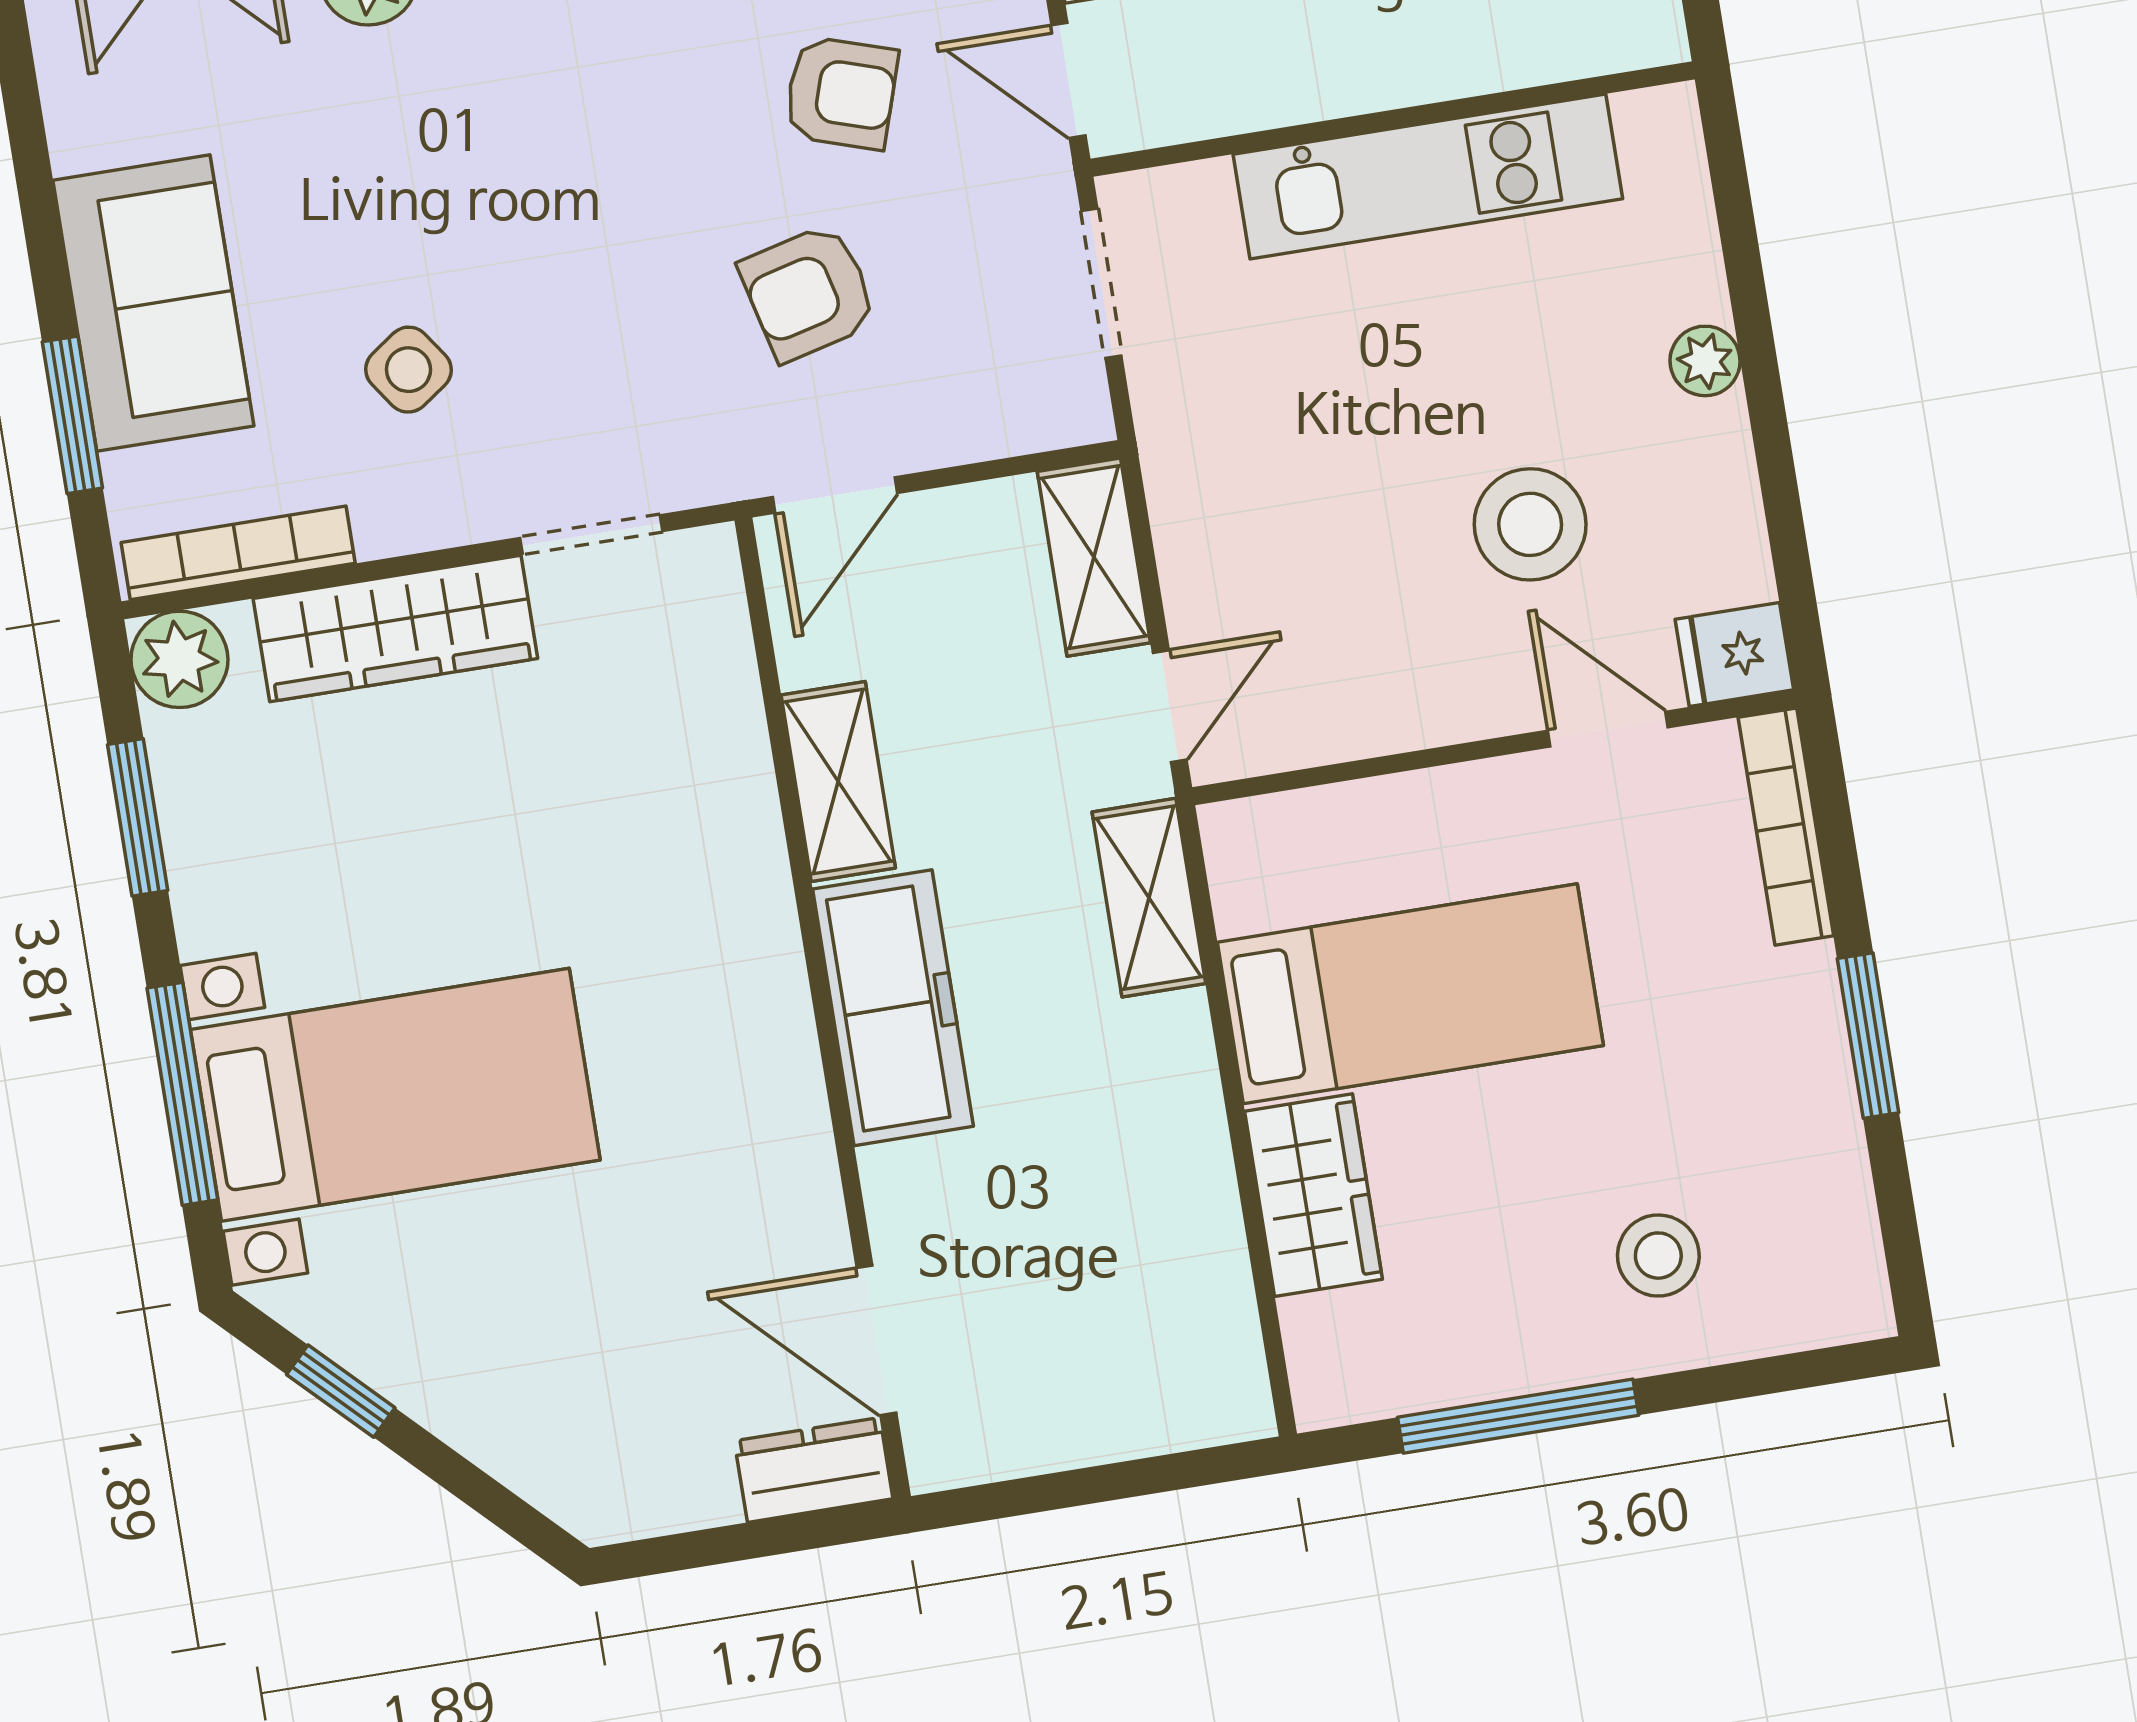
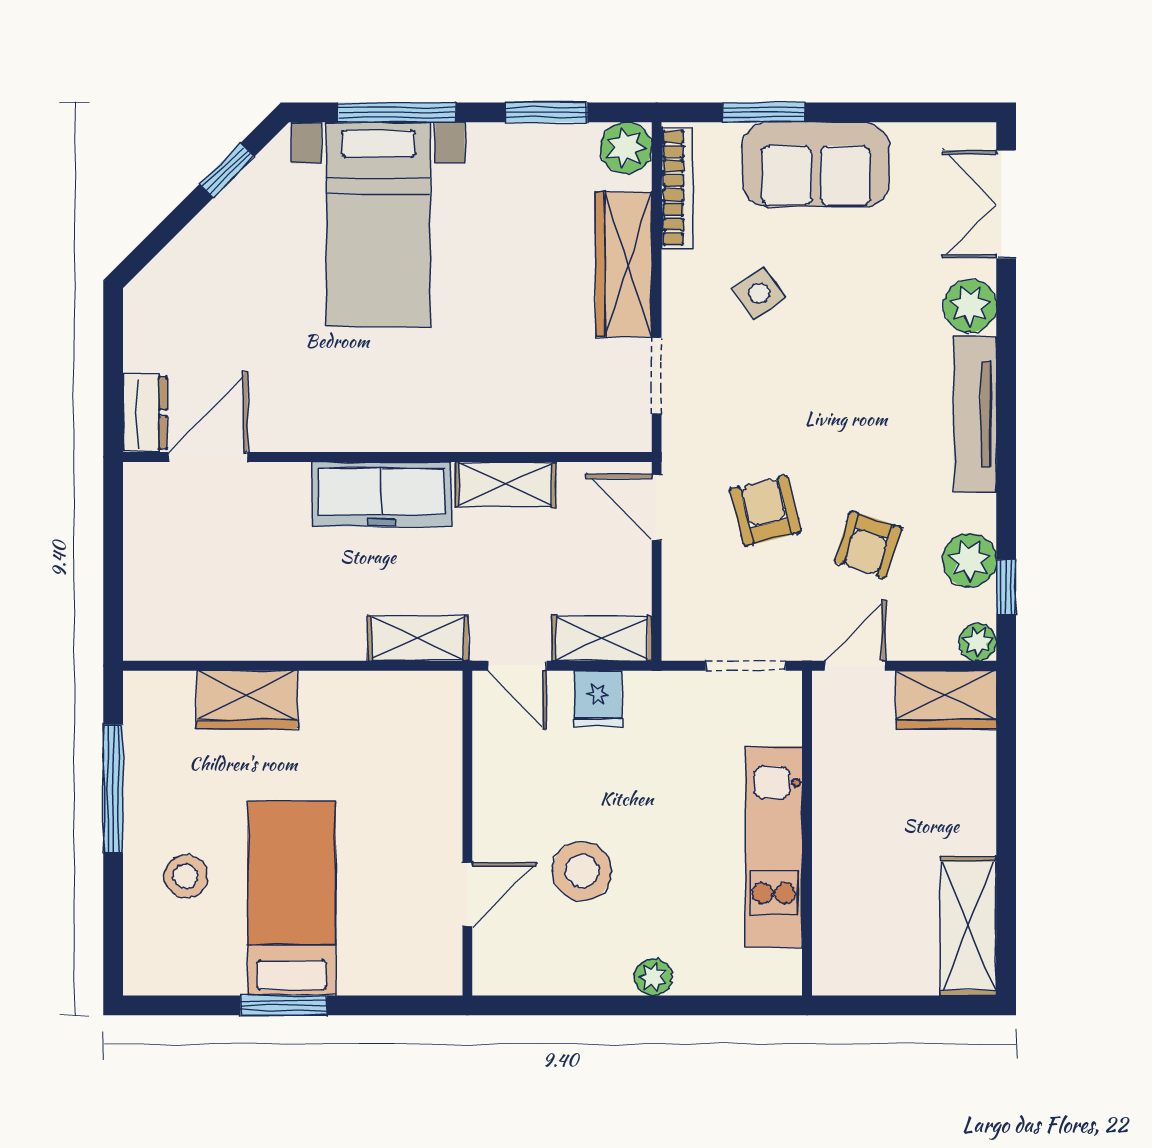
fridge: (1734, 654) -> (598, 699), moved, turned 180
bookcase: (1786, 827) -> (401, 980), removed
bed: (1410, 994) -> (292, 898), moved, turned 180

